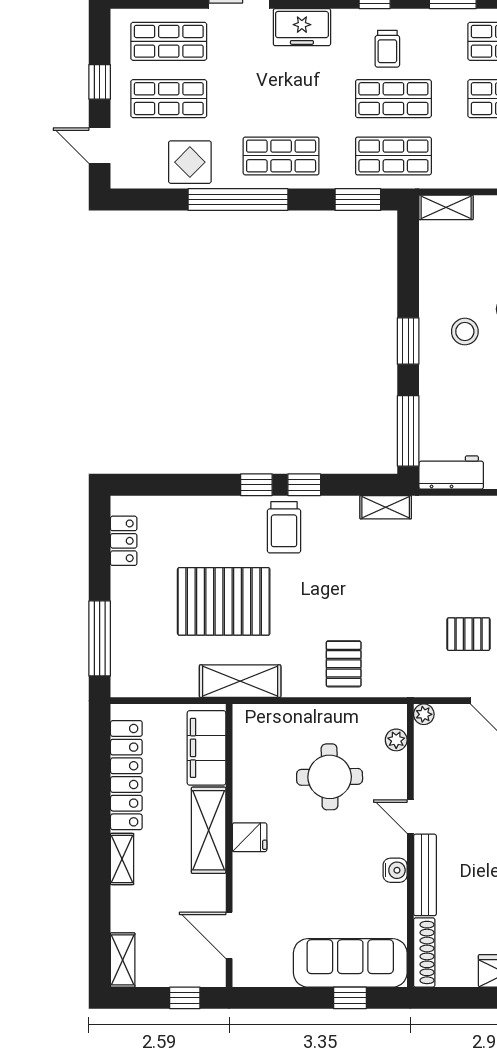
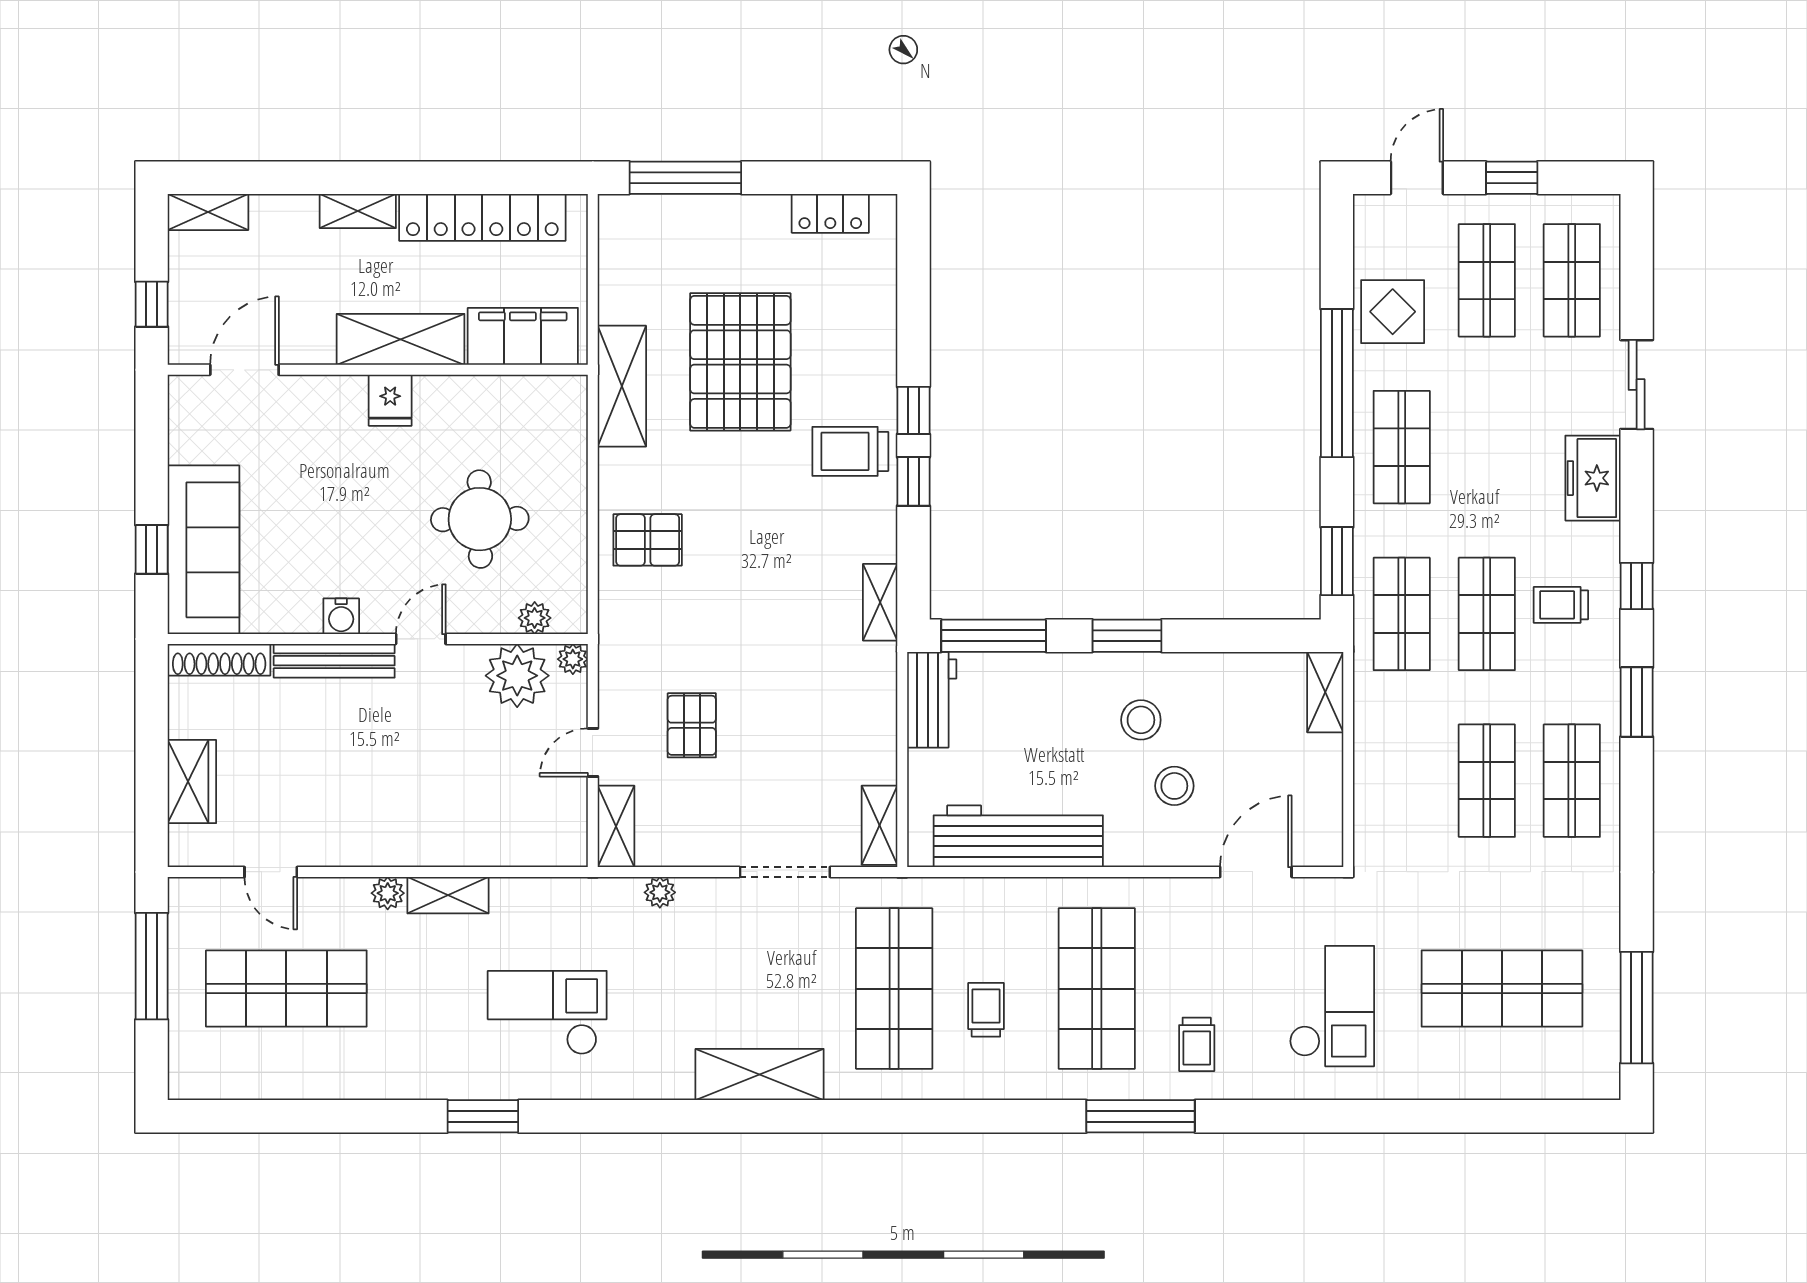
plant: (435, 752) -> (517, 676), added

